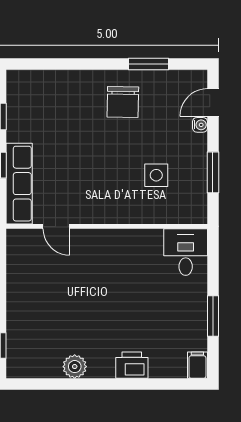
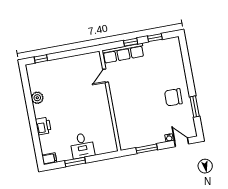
side table: (156, 175) -> (140, 121), removed
desk: (186, 252) -> (82, 146), moved, turned 90

